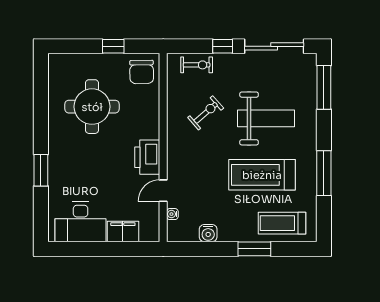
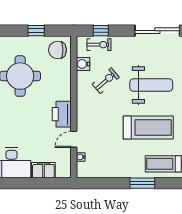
window: (223, 46) -> (101, 31), moved
chair: (142, 72) -> (58, 50), turned 91
treadmill: (262, 175) -> (148, 127), turned 180
water cooler: (208, 233) -> (83, 64), moved, turned 90

